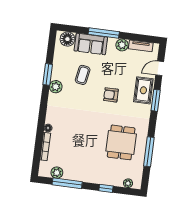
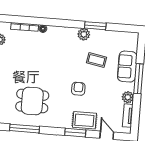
floor lamp: (67, 39) -> (131, 43), removed

